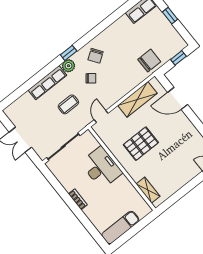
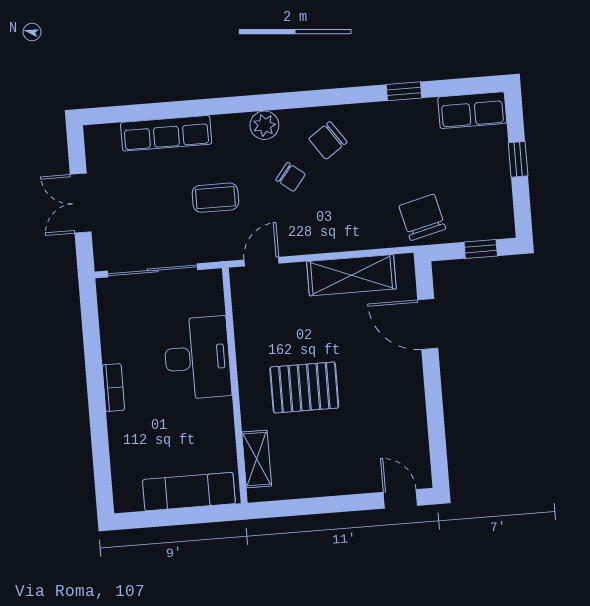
window: (69, 53) -> (404, 91), moved
chair: (149, 61) -> (422, 217), turned -104
row of seats: (47, 83) -> (166, 133), moved
pallet: (141, 144) -> (304, 387), moved
exam couch: (120, 227) -> (189, 492), moved

